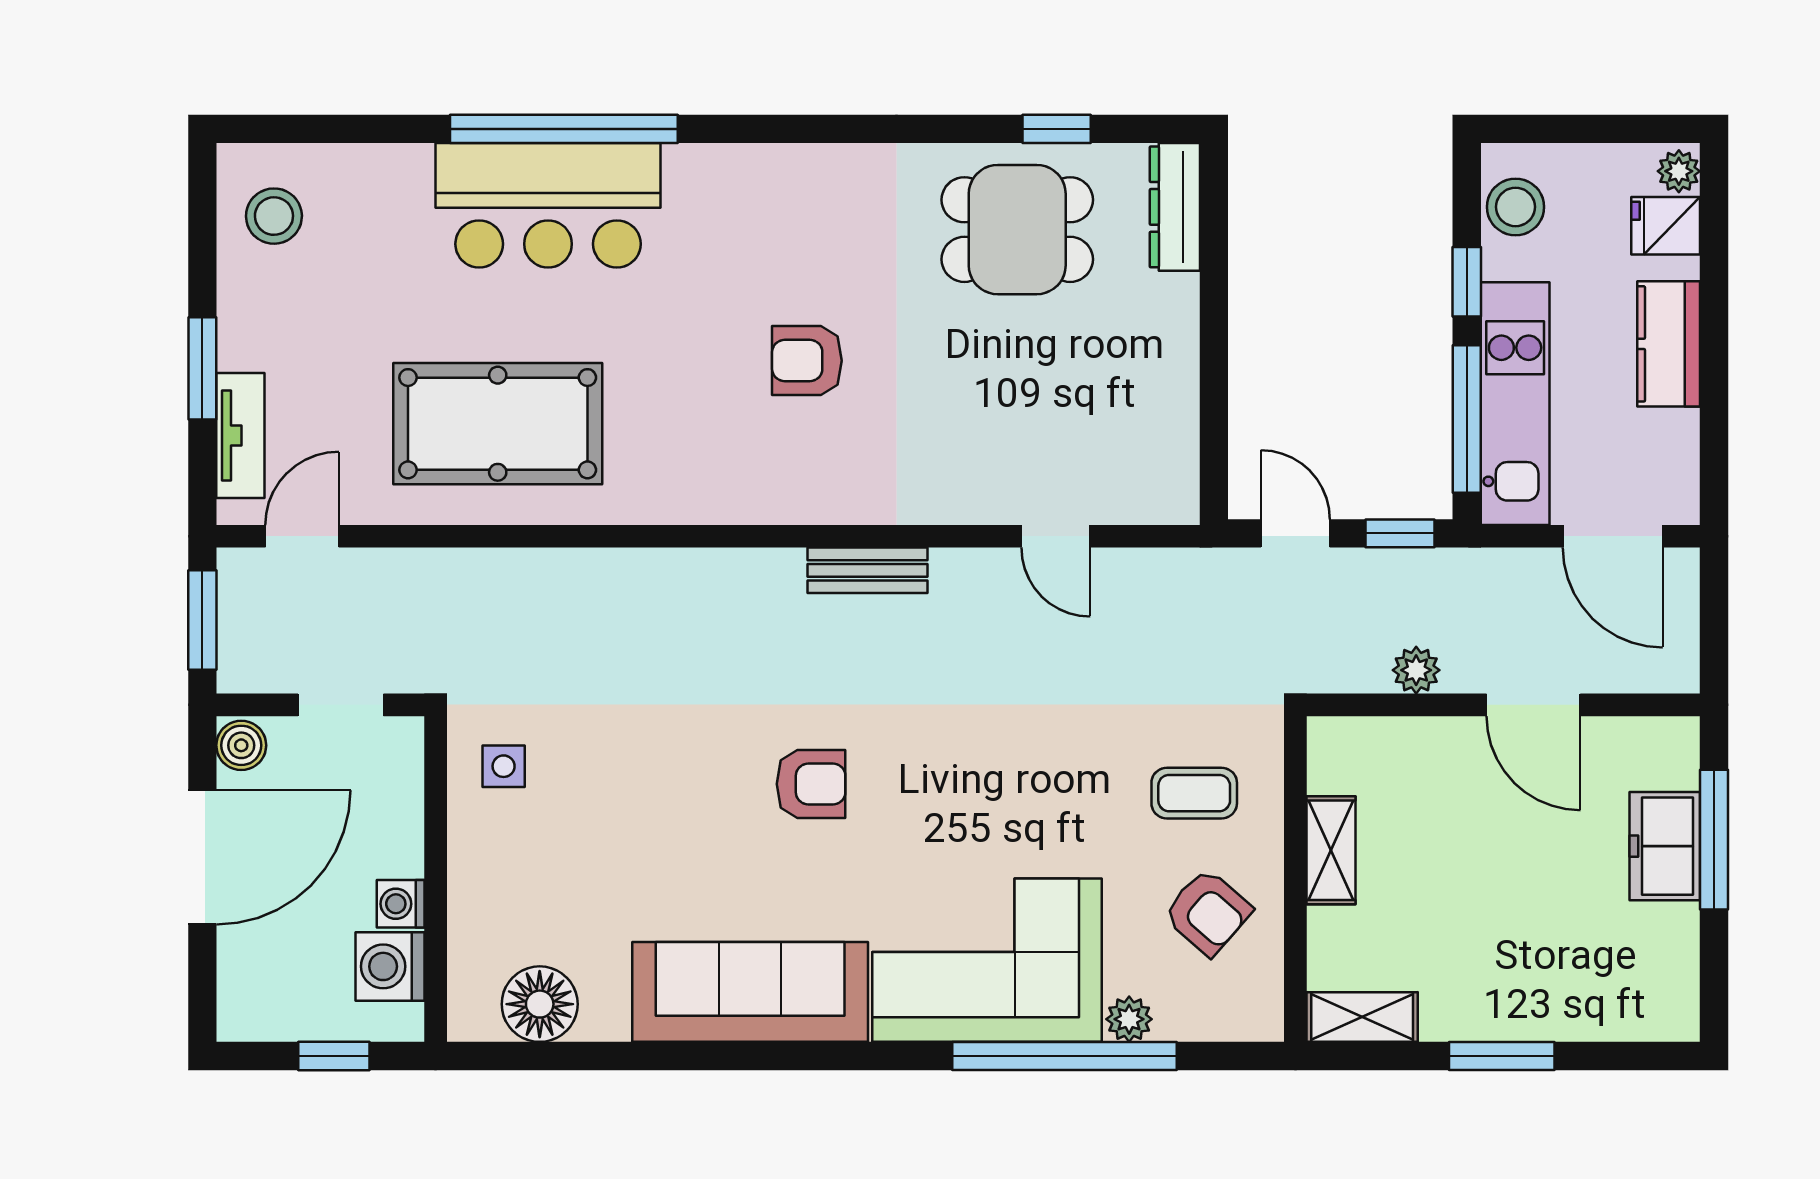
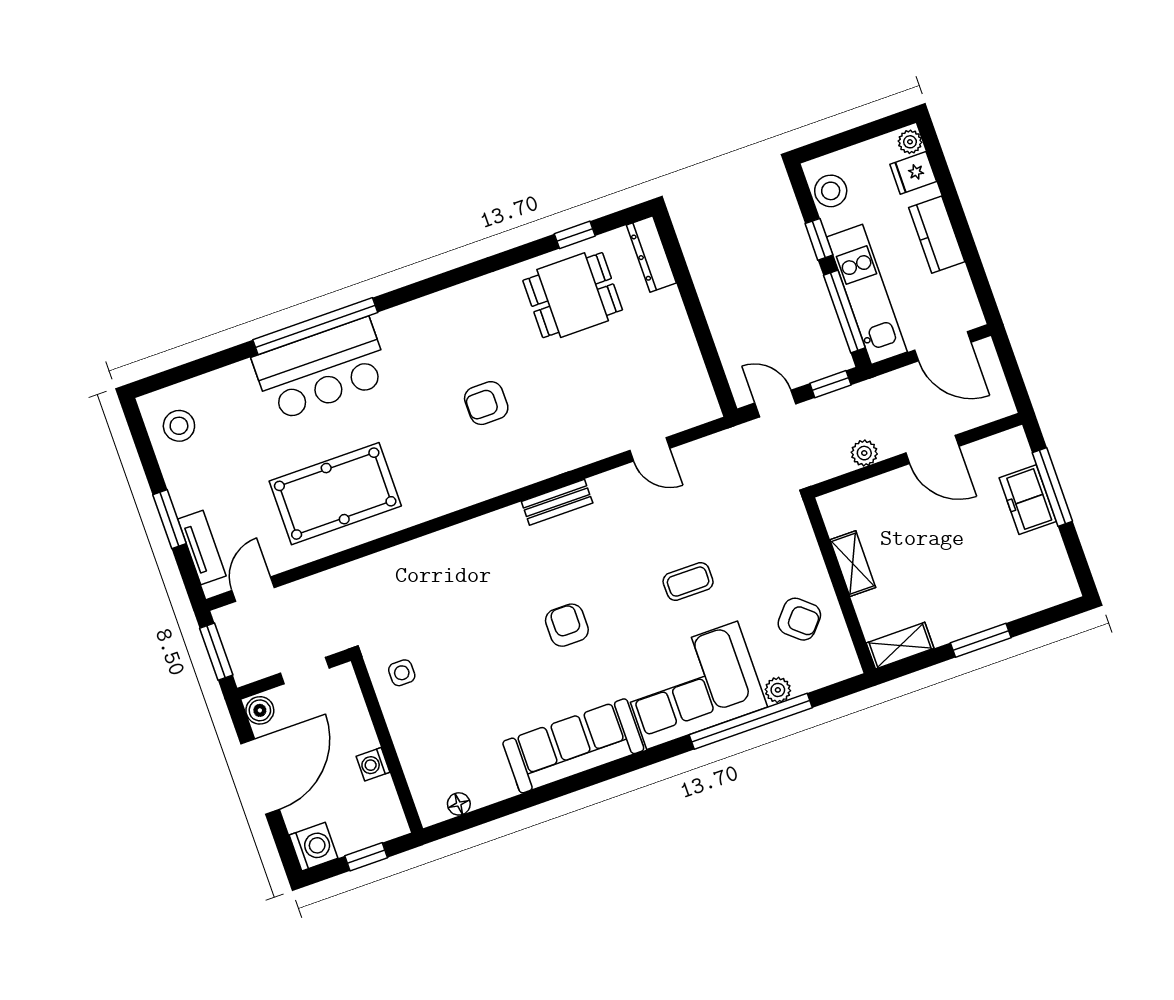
armchair: (811, 784) -> (567, 625), turned -90
coffee table: (1194, 793) -> (688, 582), moved
washing machine: (390, 966) -> (314, 847), moved, turned 180
floor lamp: (540, 1004) -> (459, 804), width x0.53, depth x0.53

